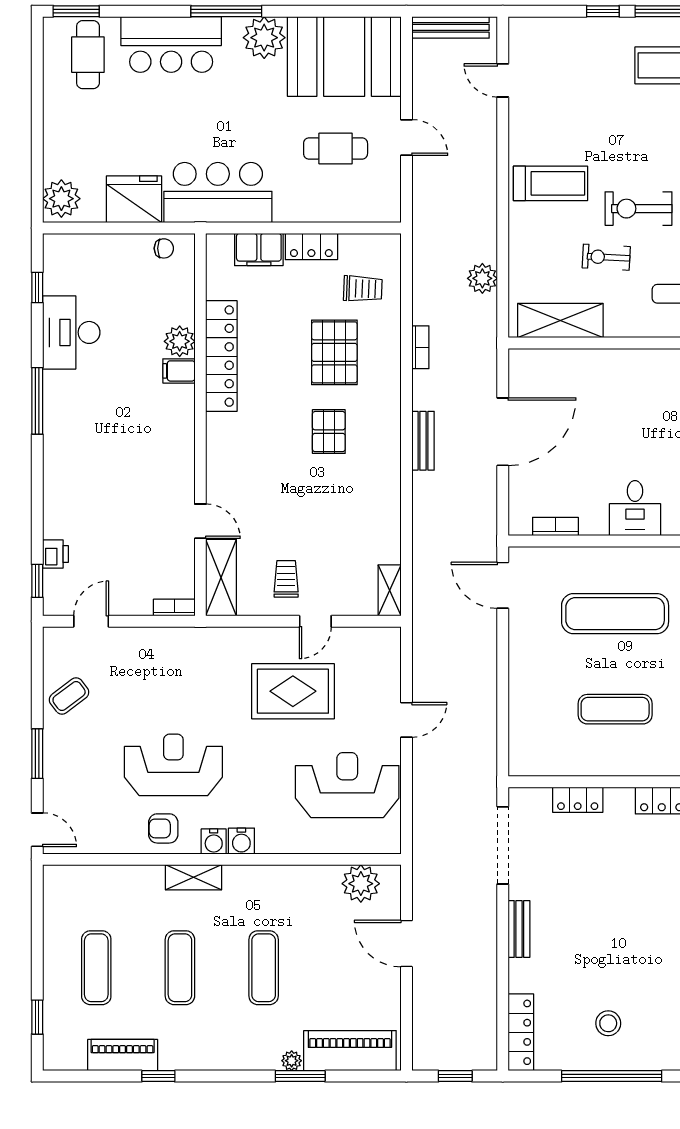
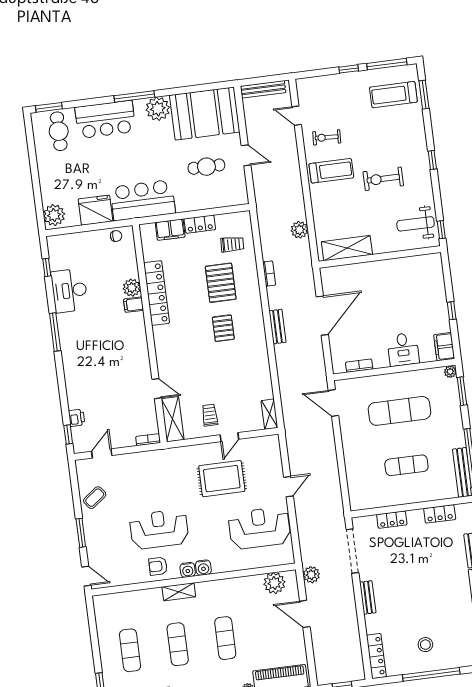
exercise bike: (606, 257) -> (327, 137), moved
plant: (427, 877) -> (311, 575), added

